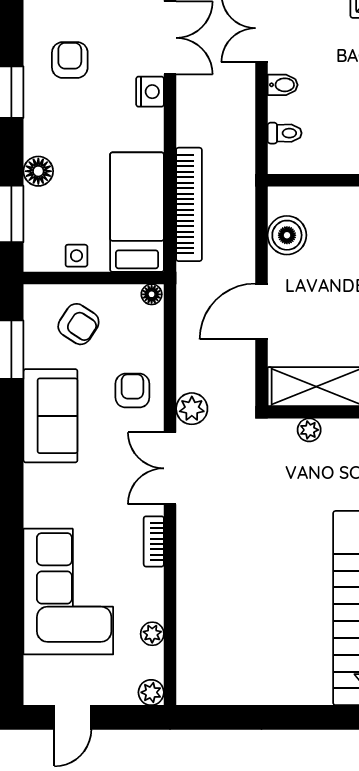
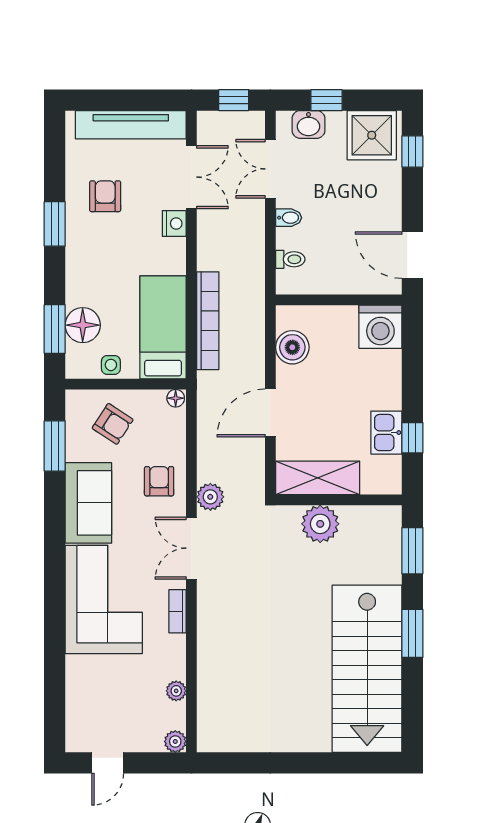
floor lamp: (38, 171) -> (83, 325), moved, width x1.38, depth x1.38
plant: (309, 430) -> (320, 524), width x1.87, depth x1.87
corner sofa: (68, 592) -> (104, 599), moved

